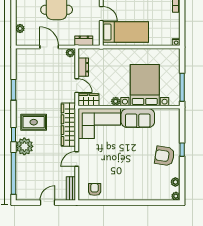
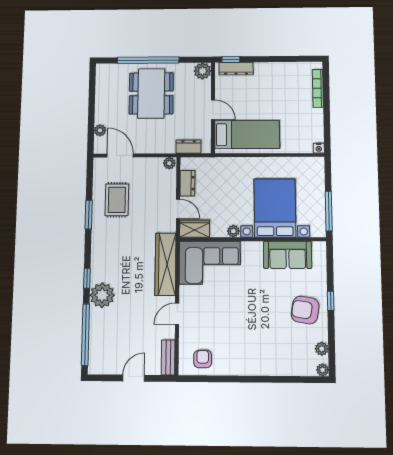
door: (49, 47) -> (120, 155), moved
sofa: (138, 118) -> (288, 255), moved
rug: (34, 122) -> (117, 200), moved, turned 90

